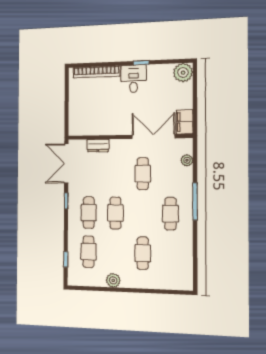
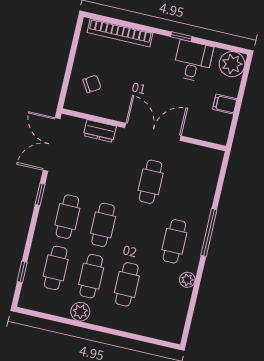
desk: (134, 79) -> (193, 61), moved
chair: (85, 113) -> (92, 84), added
filing cabinet: (185, 122) -> (225, 104), moved, width x0.50
double door: (153, 137) -> (153, 132), moved
plant: (187, 160) -> (187, 280), moved
cafe table: (115, 252) -> (91, 276), added

